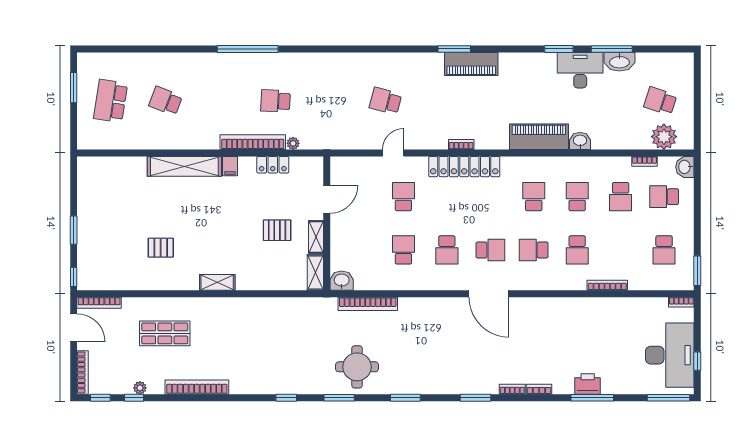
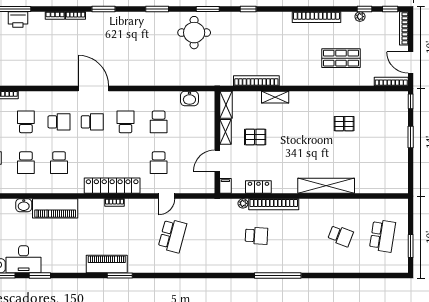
school desk: (385, 101) -> (172, 236), width x1.85
filing cabinet: (230, 166) -> (225, 186), moved
school desk: (490, 250) -> (92, 122), turned 180
washbasin: (342, 281) -> (189, 98), moved
shelving: (217, 282) -> (275, 97), moved
bookcase: (368, 304) -> (256, 81), moved

